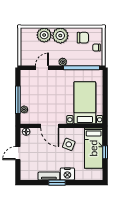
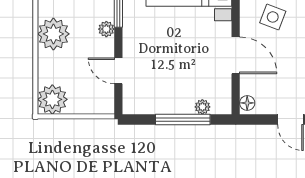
plant: (44, 35) -> (52, 99), moved
door: (50, 126) -> (236, 55), hinge flipped

